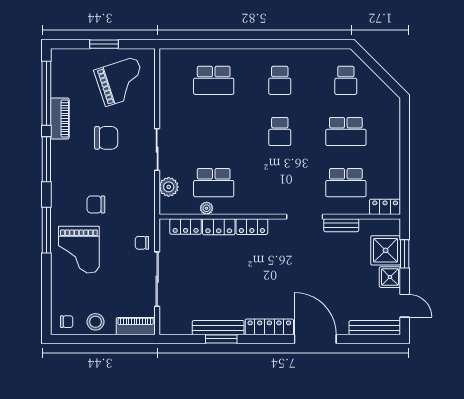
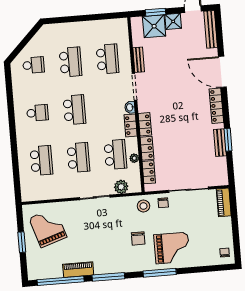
school desk: (214, 131) -> (78, 158), added
school desk: (280, 131) -> (74, 110), width x1.85
chair: (106, 138) -> (89, 235), removed
locker: (385, 207) -> (131, 125), moved
washbasin: (277, 208) -> (130, 107), added
stool: (96, 322) -> (143, 206), moved
bench: (218, 328) -> (220, 143), width x0.73
door: (315, 339) -> (222, 72), hinge flipped

